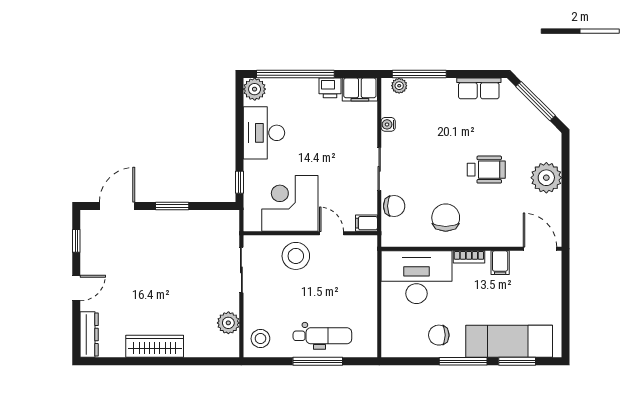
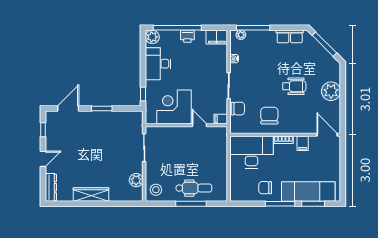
printer: (330, 88) -> (187, 36), moved
stool: (296, 256) -> (178, 139), removed

